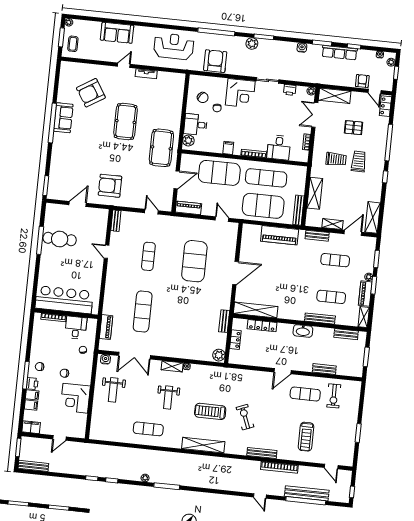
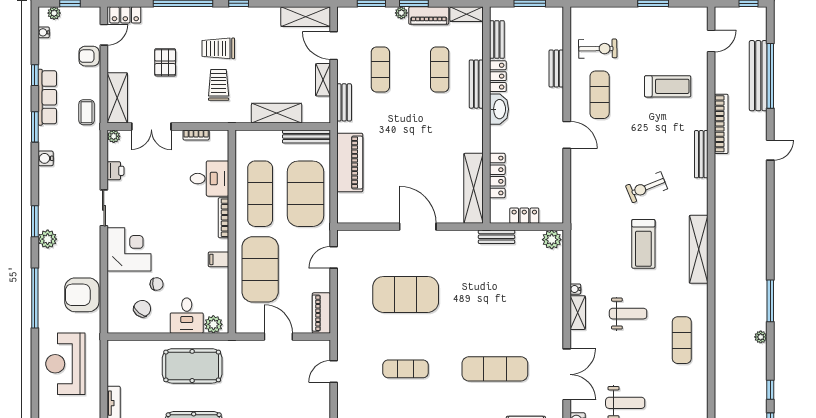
coffee table: (328, 76) -> (87, 112), added
pool table: (161, 148) -> (192, 366), moved
locker: (323, 332) -> (498, 76), added

